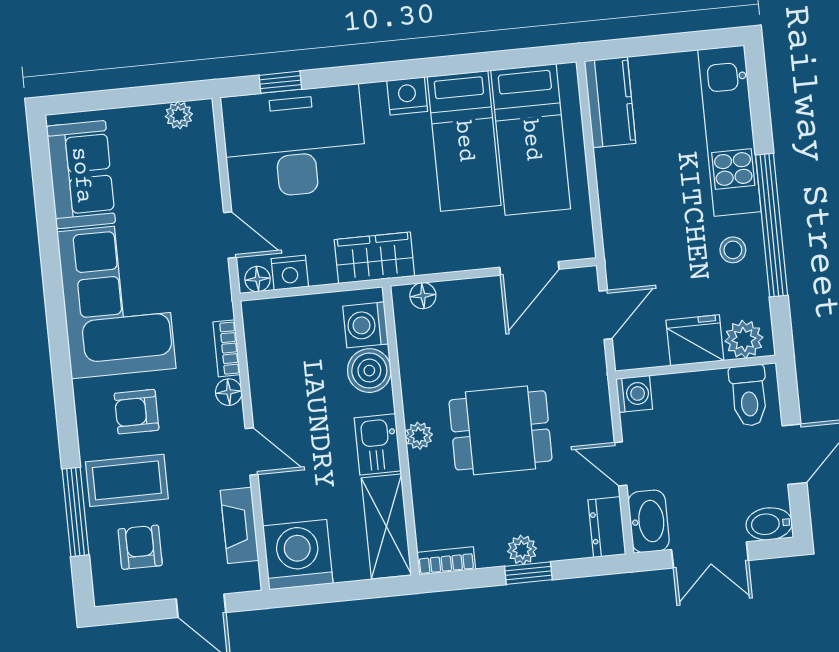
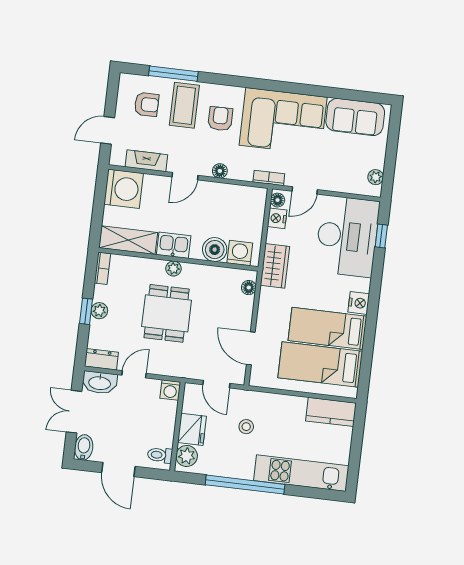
stool: (733, 250) -> (246, 427), moved
bookcase: (227, 348) -> (269, 178), moved
toilet: (749, 396) -> (160, 455), width x0.73, depth x0.72

